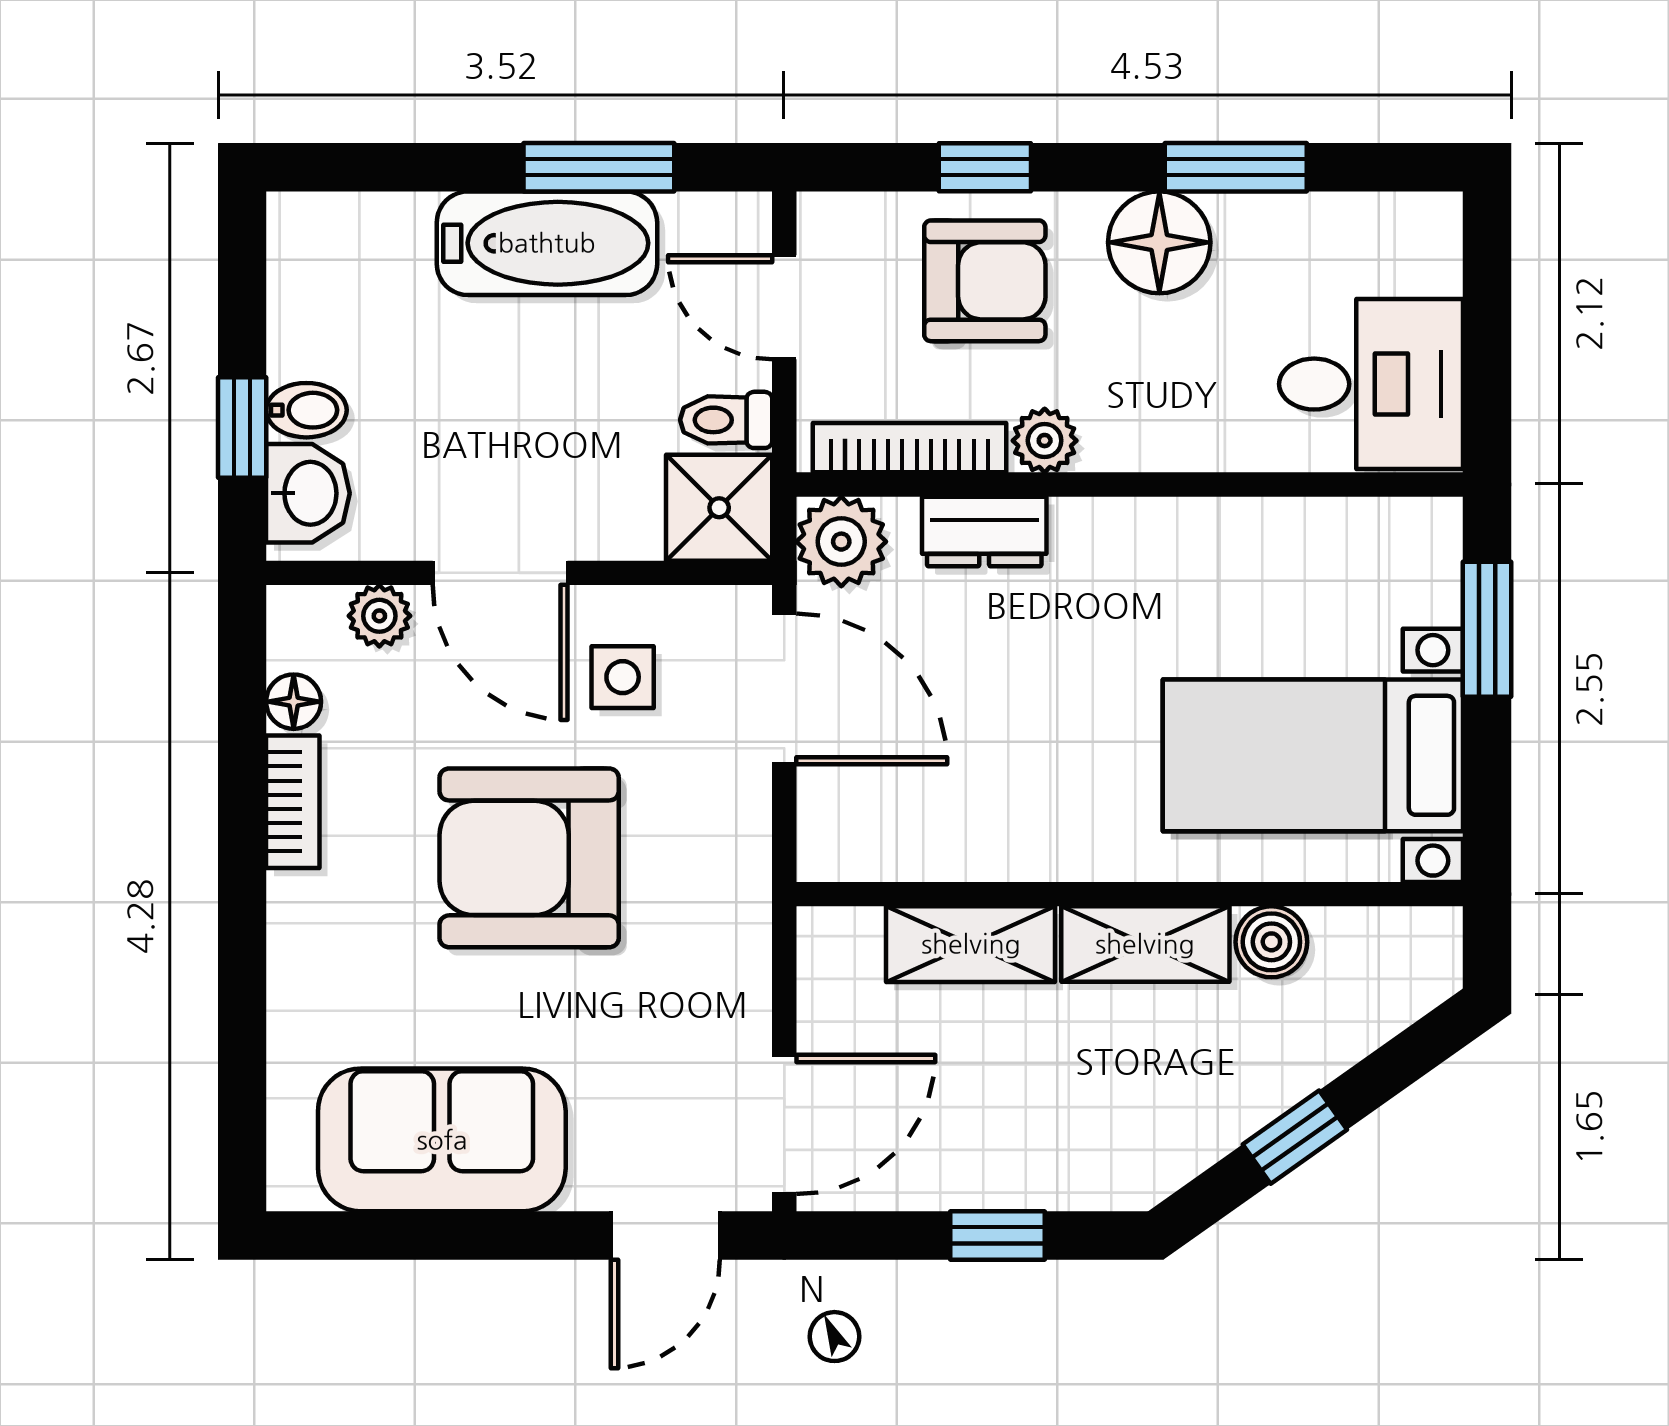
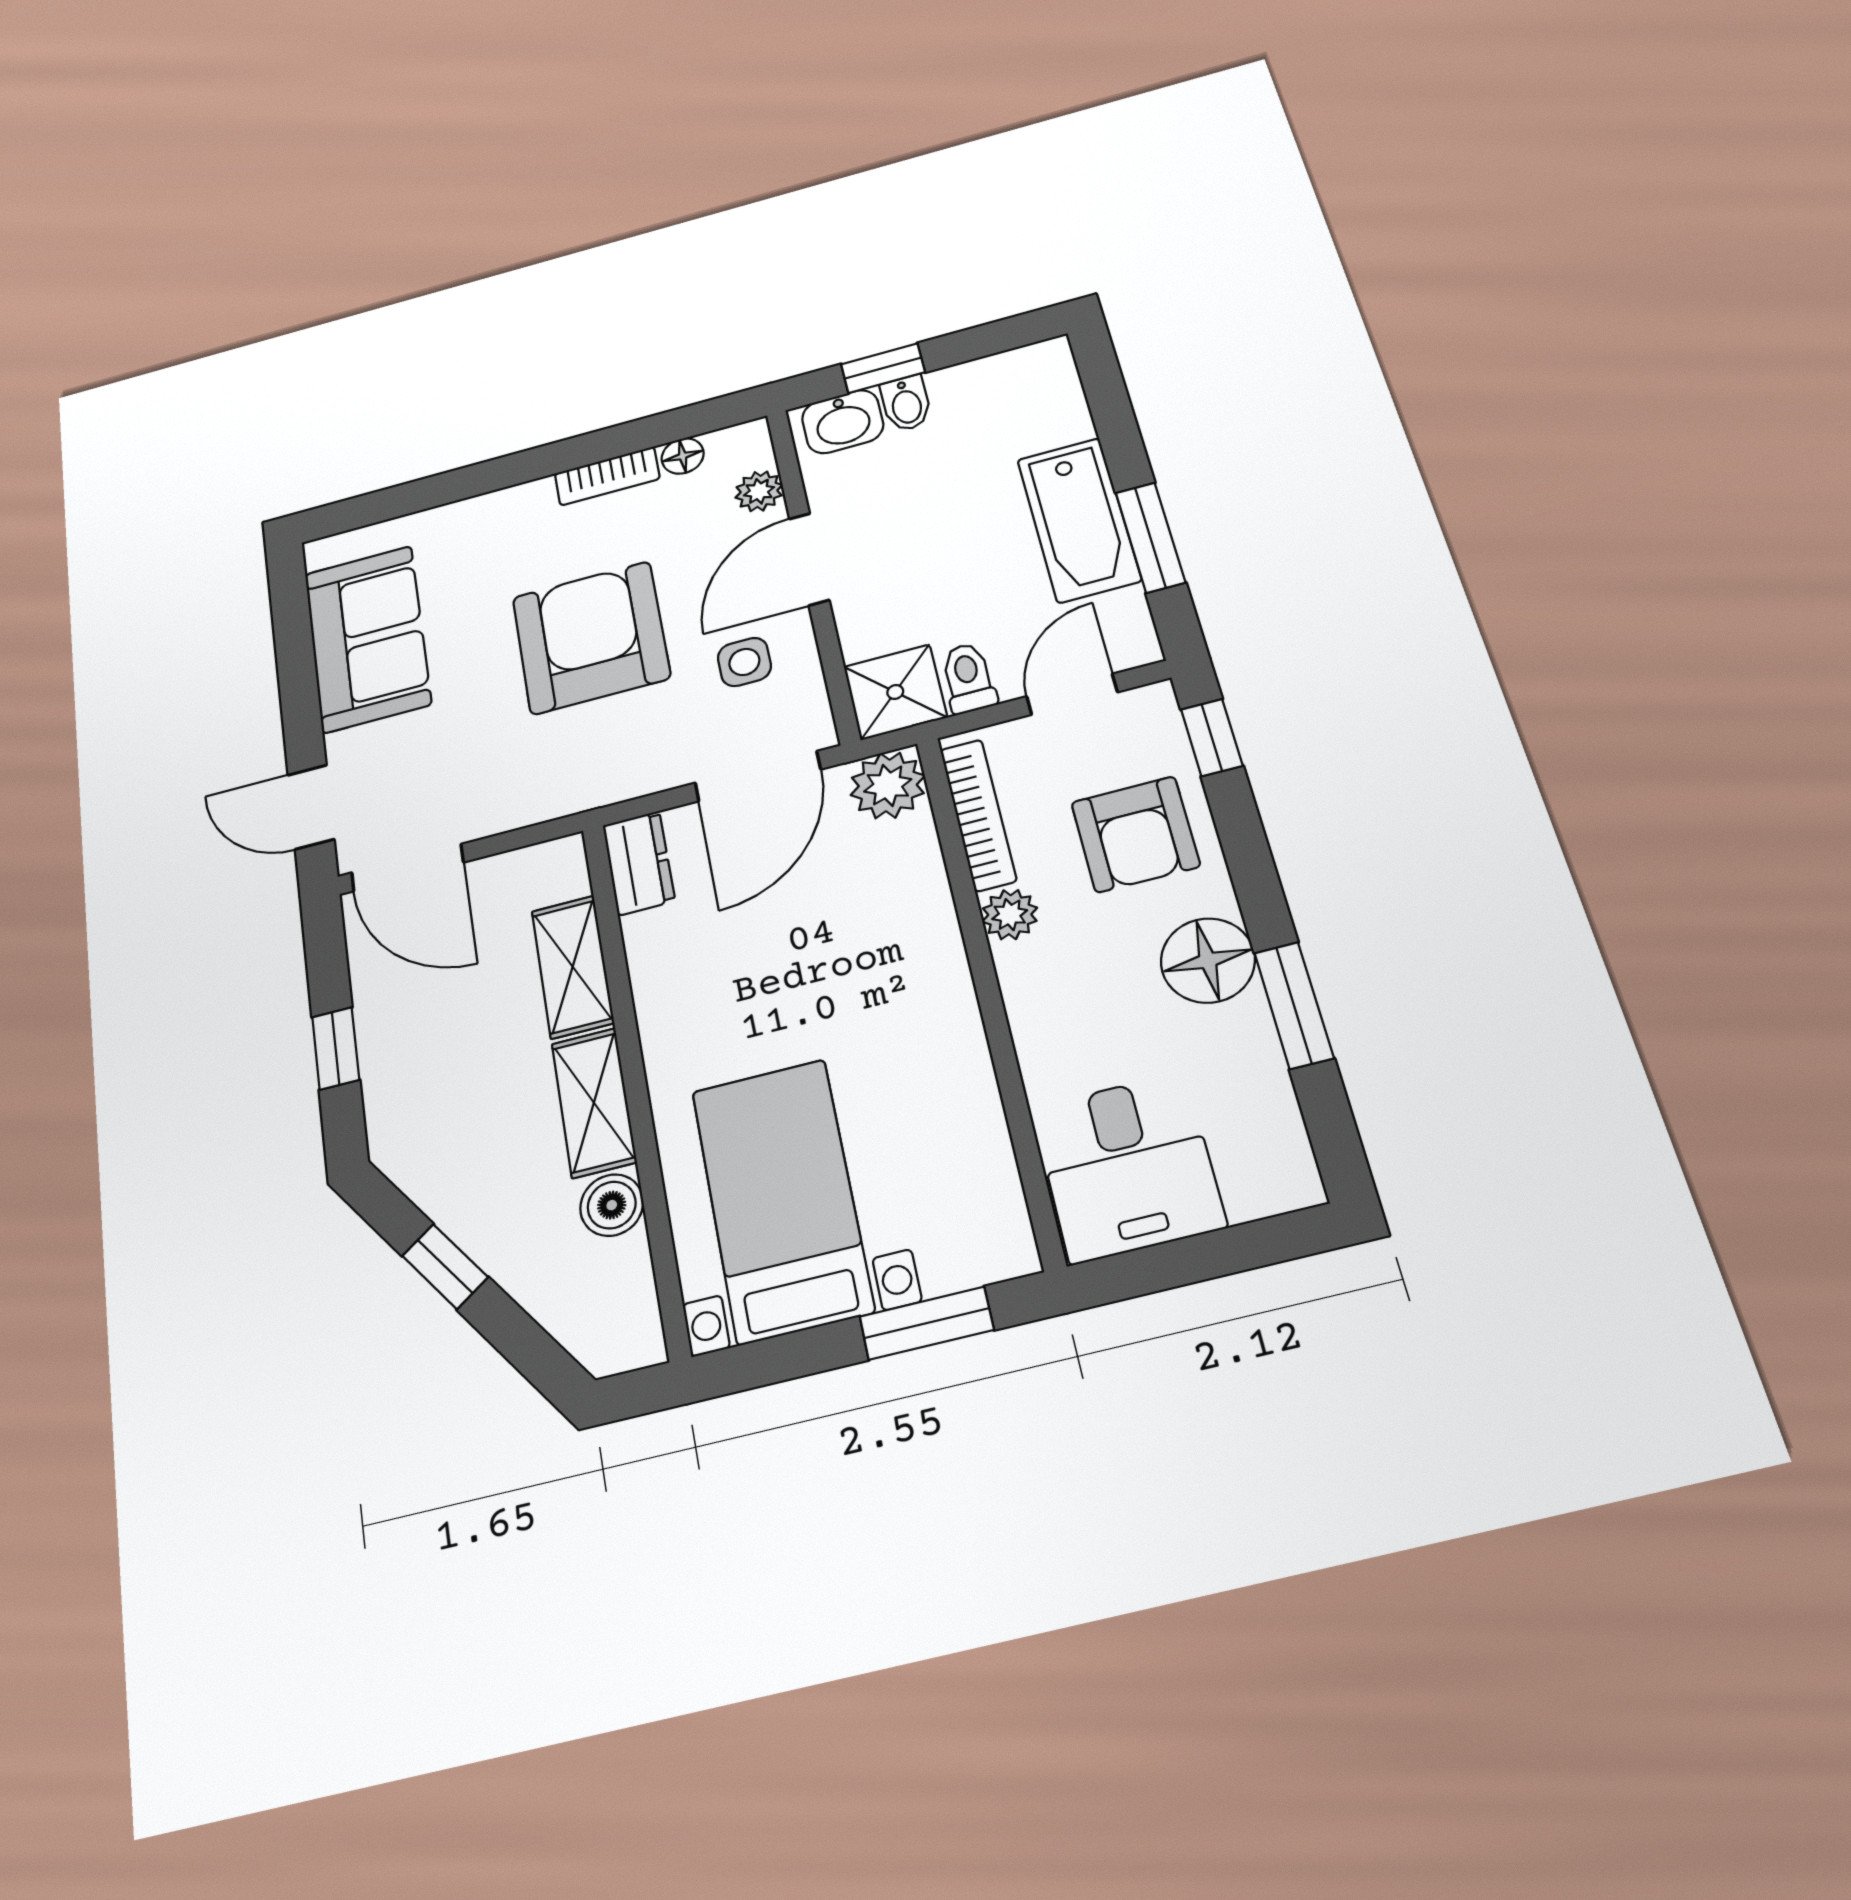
window: (985, 167) -> (1212, 738), moved
dresser: (984, 532) -> (639, 863), moved, turned 180

